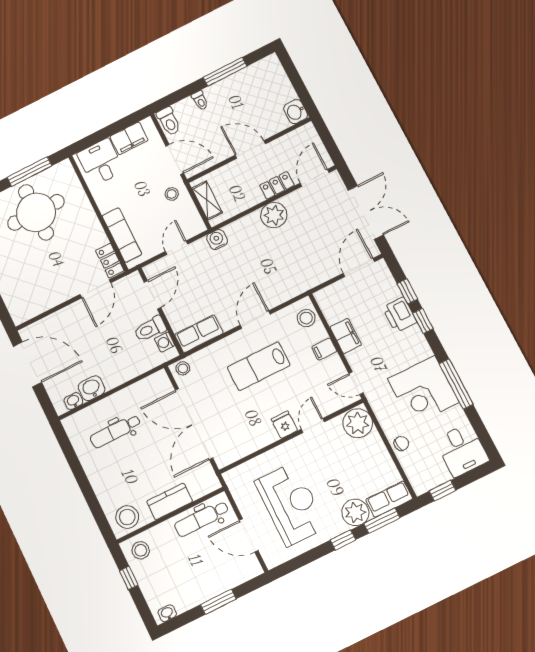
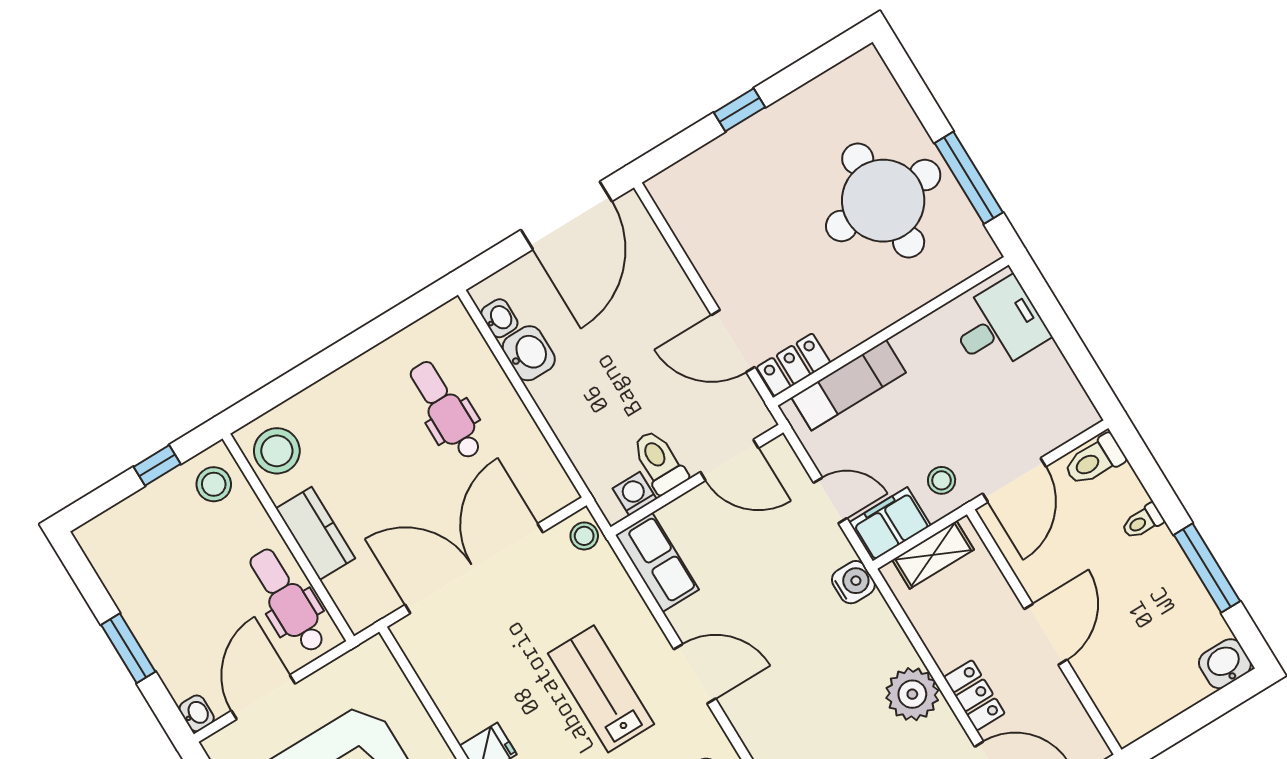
washbasin: (296, 112) -> (1225, 664), moved
filing cabinet: (129, 138) -> (890, 524), moved, turned 90
washbasin: (167, 613) -> (197, 713), moved

